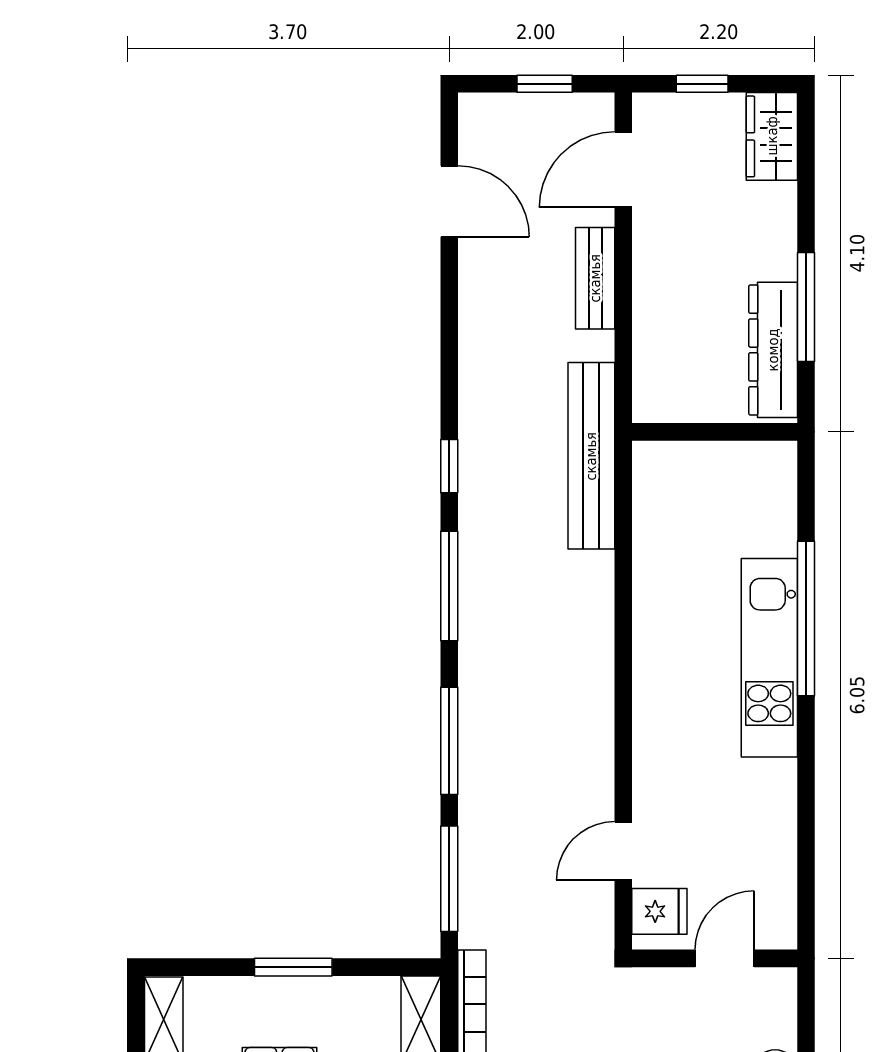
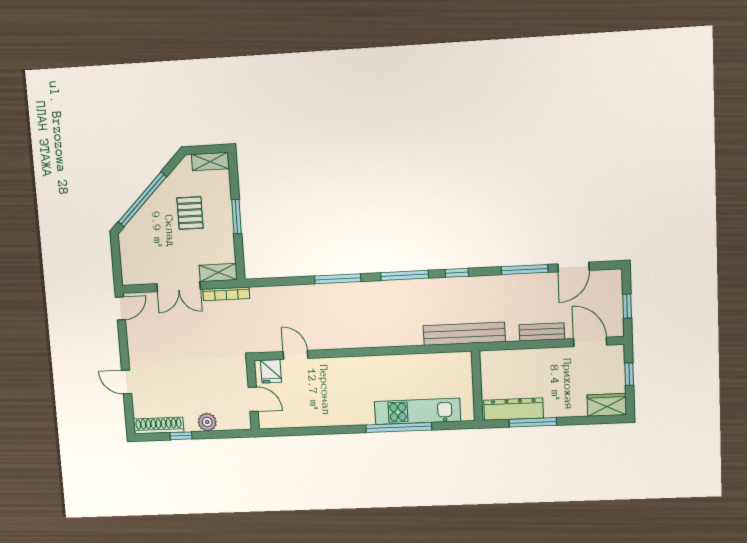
kitchen unit: (769, 658) -> (417, 411), moved
window: (449, 879) -> (525, 269), moved

